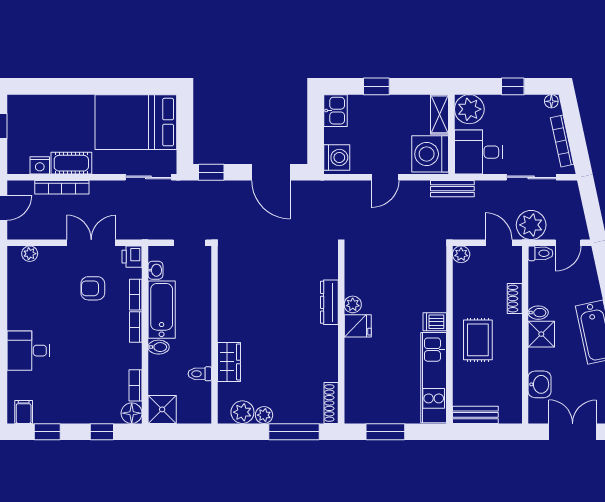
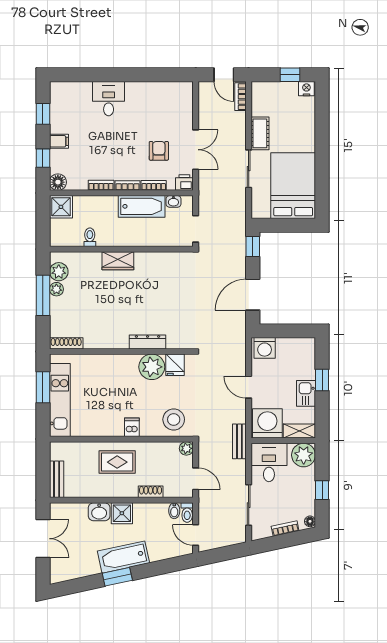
kitchen sink: (335, 111) -> (306, 393), moved, turned 90
bookcase: (562, 141) -> (285, 528), width x0.64
nightstand: (40, 165) -> (306, 89), moved, turned 90
sliding door: (148, 177) -> (249, 169), moved
bookcase: (62, 187) -> (240, 97), moved, width x0.64
plant: (531, 225) -> (210, 505), removed
door: (499, 243) -> (196, 479), hinge flipped
plant: (30, 254) -> (187, 100), removed
stool: (425, 270) -> (174, 419), added
plant: (353, 304) -> (152, 367), width x1.87, depth x1.87
bidet: (538, 313) -> (174, 511), moved
fridge: (358, 326) -> (175, 365), moved
bidet: (159, 347) -> (111, 204), removed
wardrobe: (229, 362) -> (118, 261), moved
kitchen unit: (434, 378) -> (60, 400), moved, turned 90
washbasin: (540, 384) -> (99, 512), moved
bookcase: (136, 385) -> (101, 185), moved
filing cabinet: (24, 412) -> (59, 141), moved
bench: (475, 415) -> (57, 479), moved
window: (294, 432) -> (43, 295), moved

